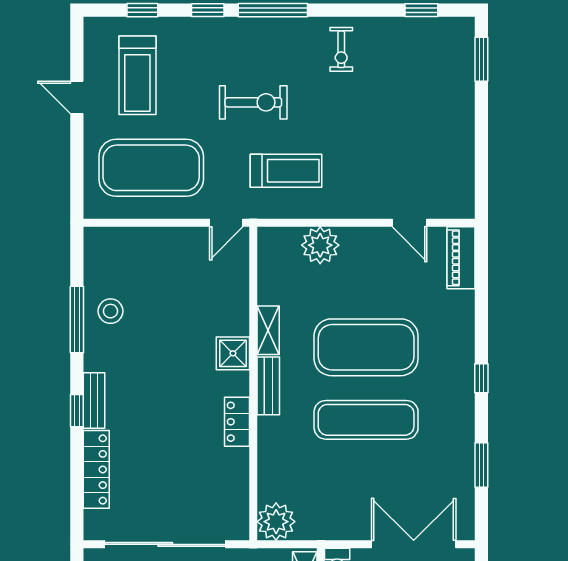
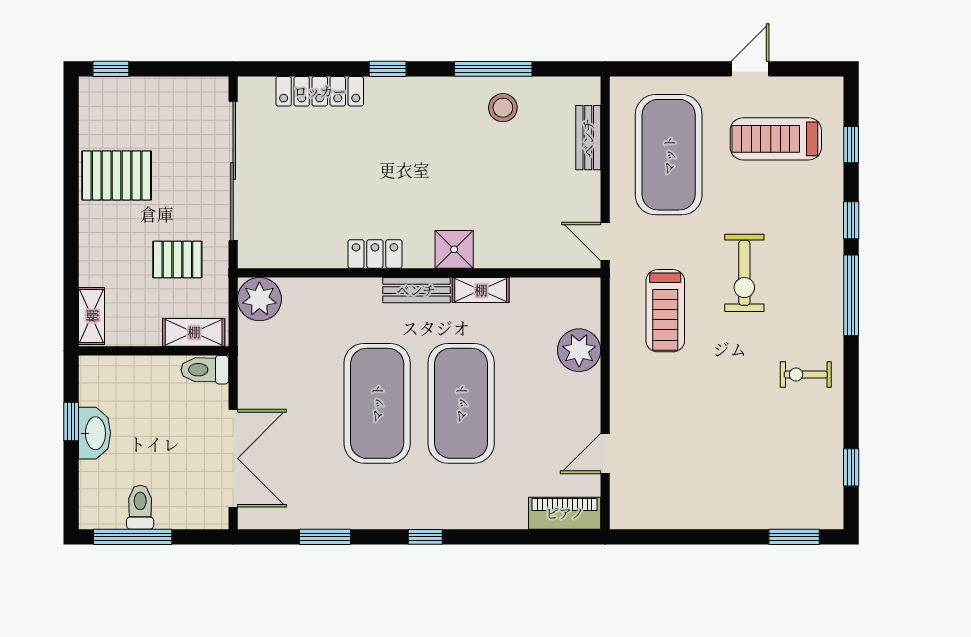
bench: (94, 401) -> (588, 138), moved, turned 90
exercise mat: (366, 420) -> (377, 403), width x1.47

